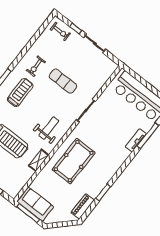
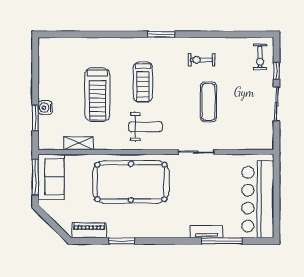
treadmill: (20, 92) -> (143, 82), moved, turned 90
shelving: (39, 160) -> (79, 143), moved
pool table: (74, 161) -> (131, 182), width x1.36, depth x1.32

